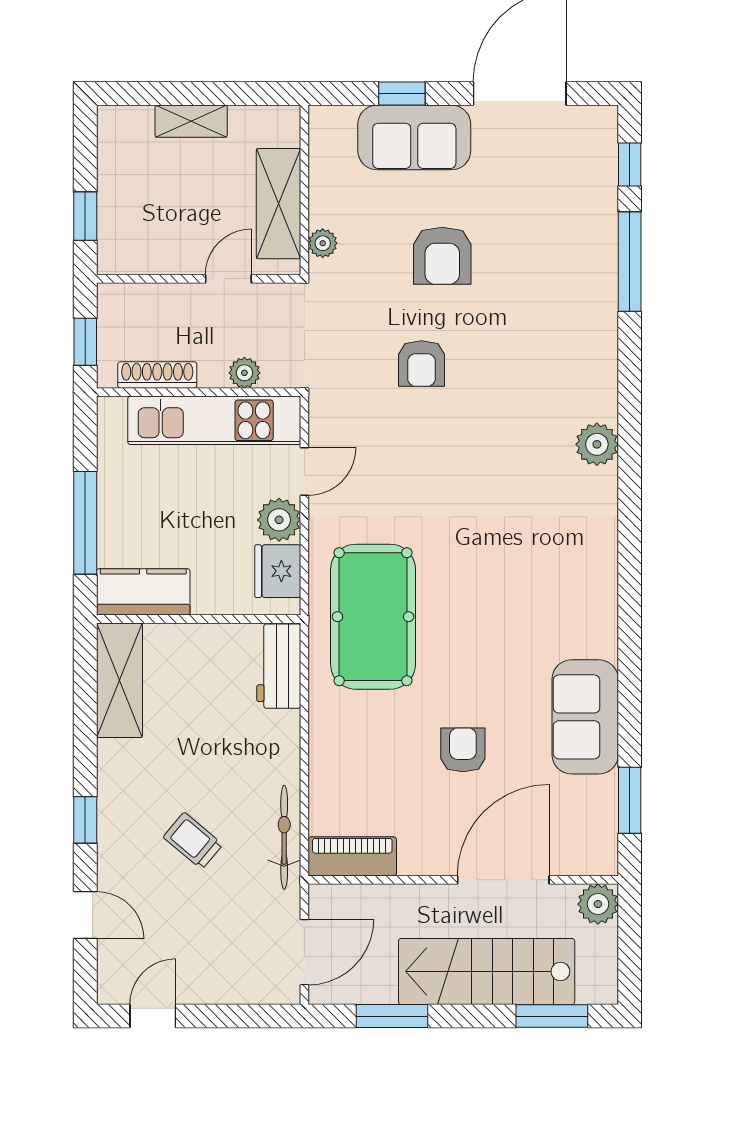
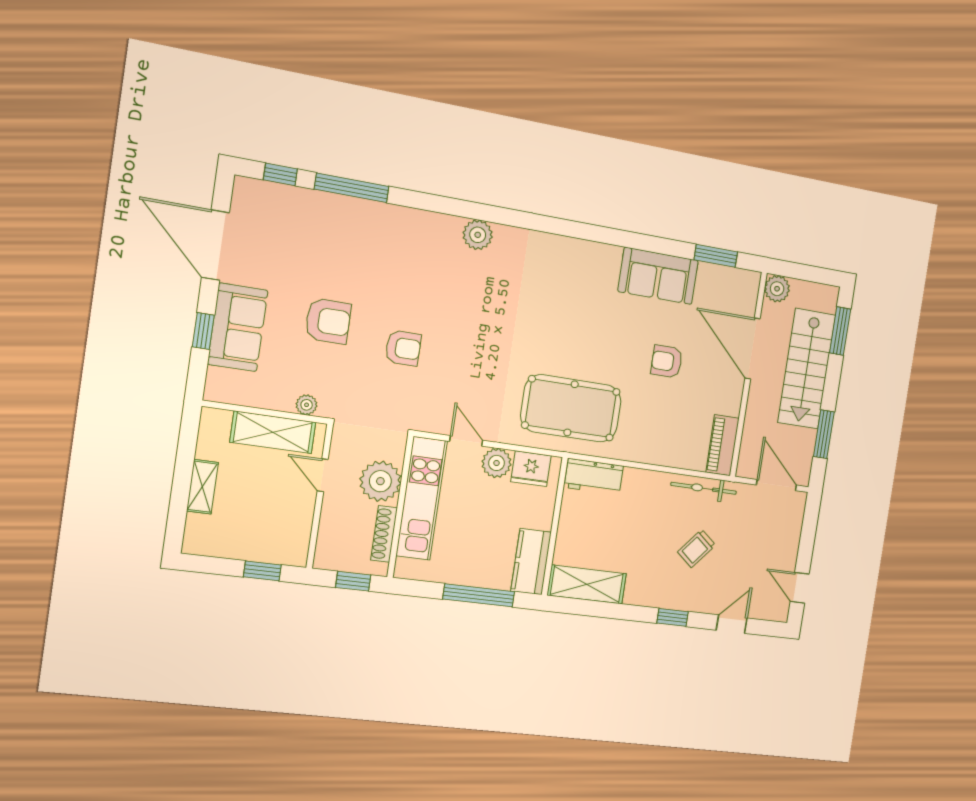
plant: (244, 373) -> (380, 481), width x1.87, depth x1.87

